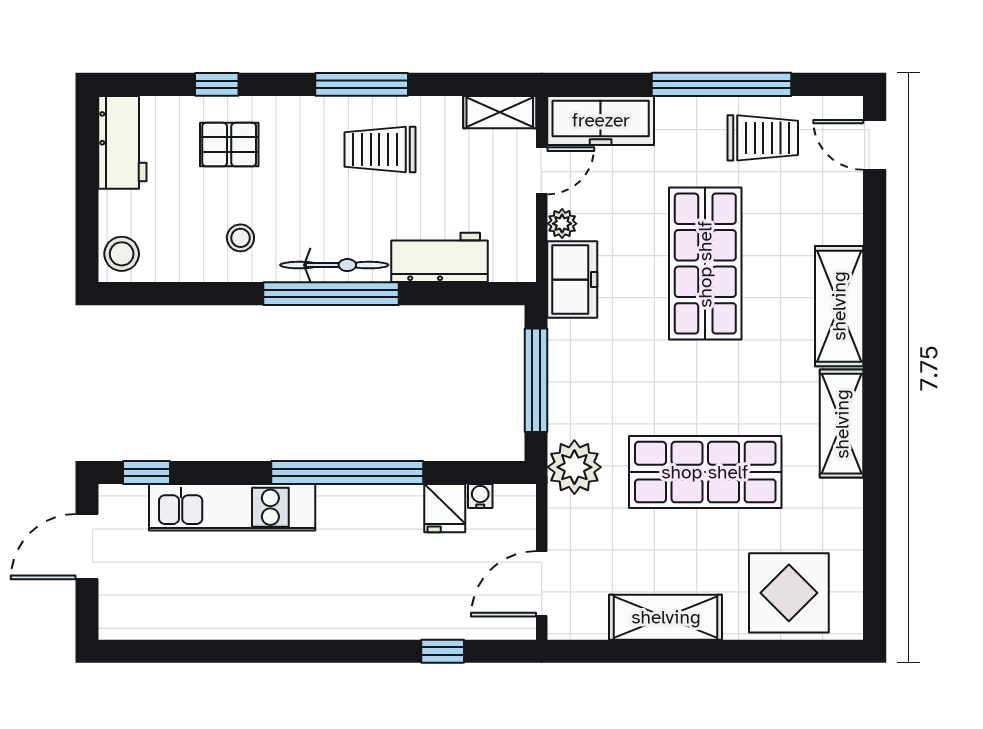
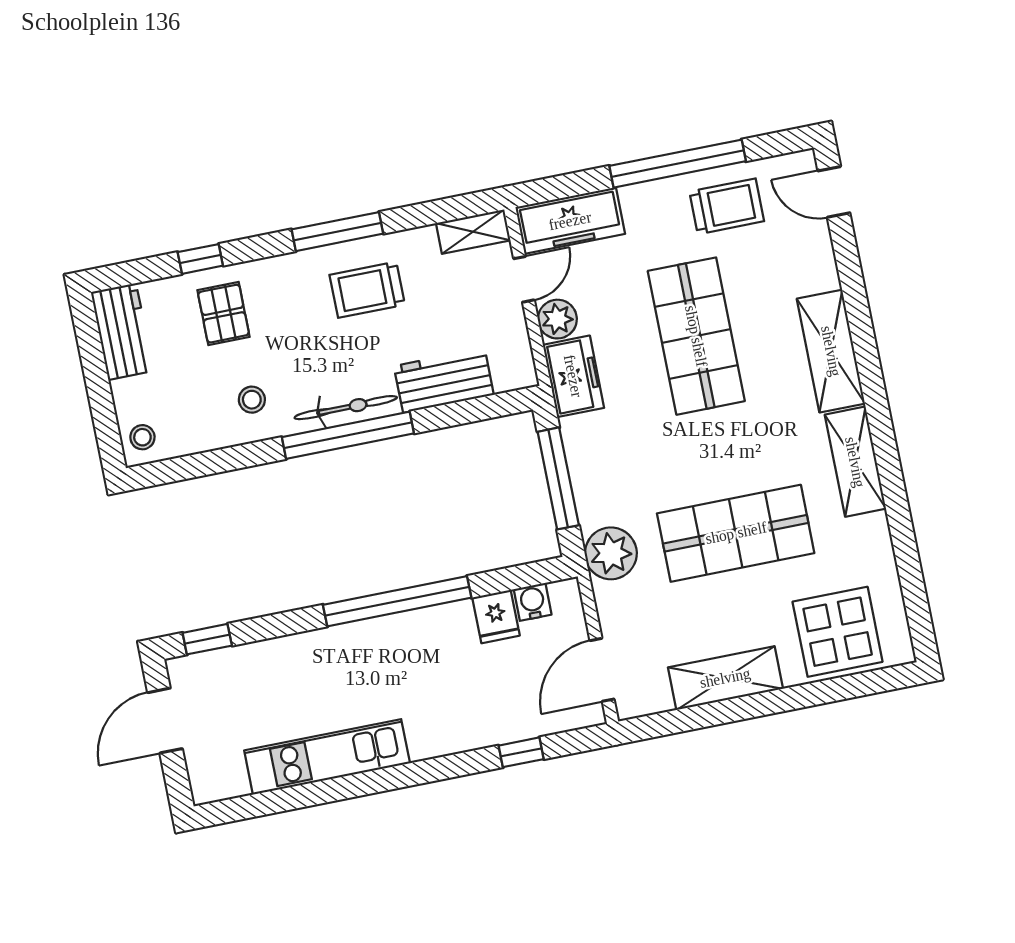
pallet: (229, 145) -> (223, 314), turned 90
plant: (562, 224) -> (557, 319), width x1.38, depth x1.38
stool: (122, 254) -> (142, 437), width x0.73, depth x0.73
water cooler: (480, 496) -> (533, 602), width x1.38, depth x1.38
kitchen unit: (232, 507) -> (327, 757), moved, turned 180

